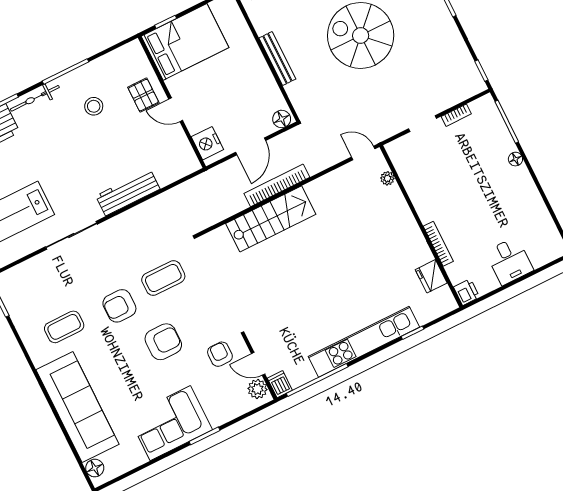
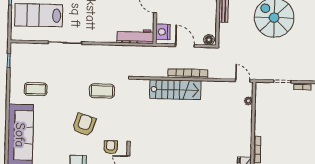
door: (251, 146) -> (185, 46), swing flipped
workbench: (128, 192) -> (135, 36), moved
armchair: (119, 306) -> (71, 93), removed
armchair: (163, 342) -> (84, 125), turned -72

